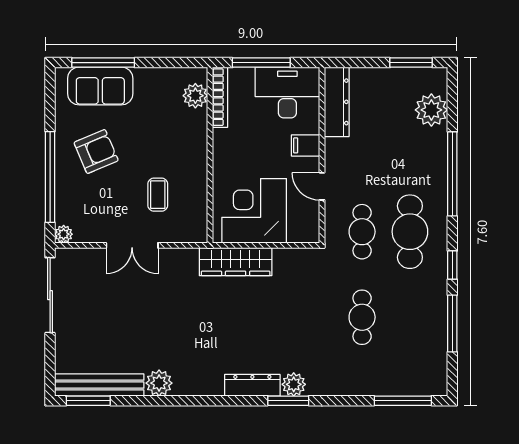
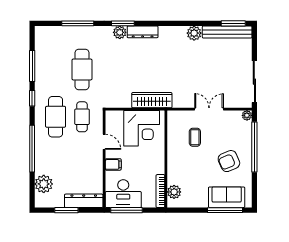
window: (261, 63) -> (126, 210), moved
window: (411, 63) -> (66, 210), moved
dresser: (337, 102) -> (84, 201), moved, turned 90
cafe table: (362, 317) -> (82, 69), width x1.37, depth x1.35
window: (403, 401) -> (78, 23), moved

